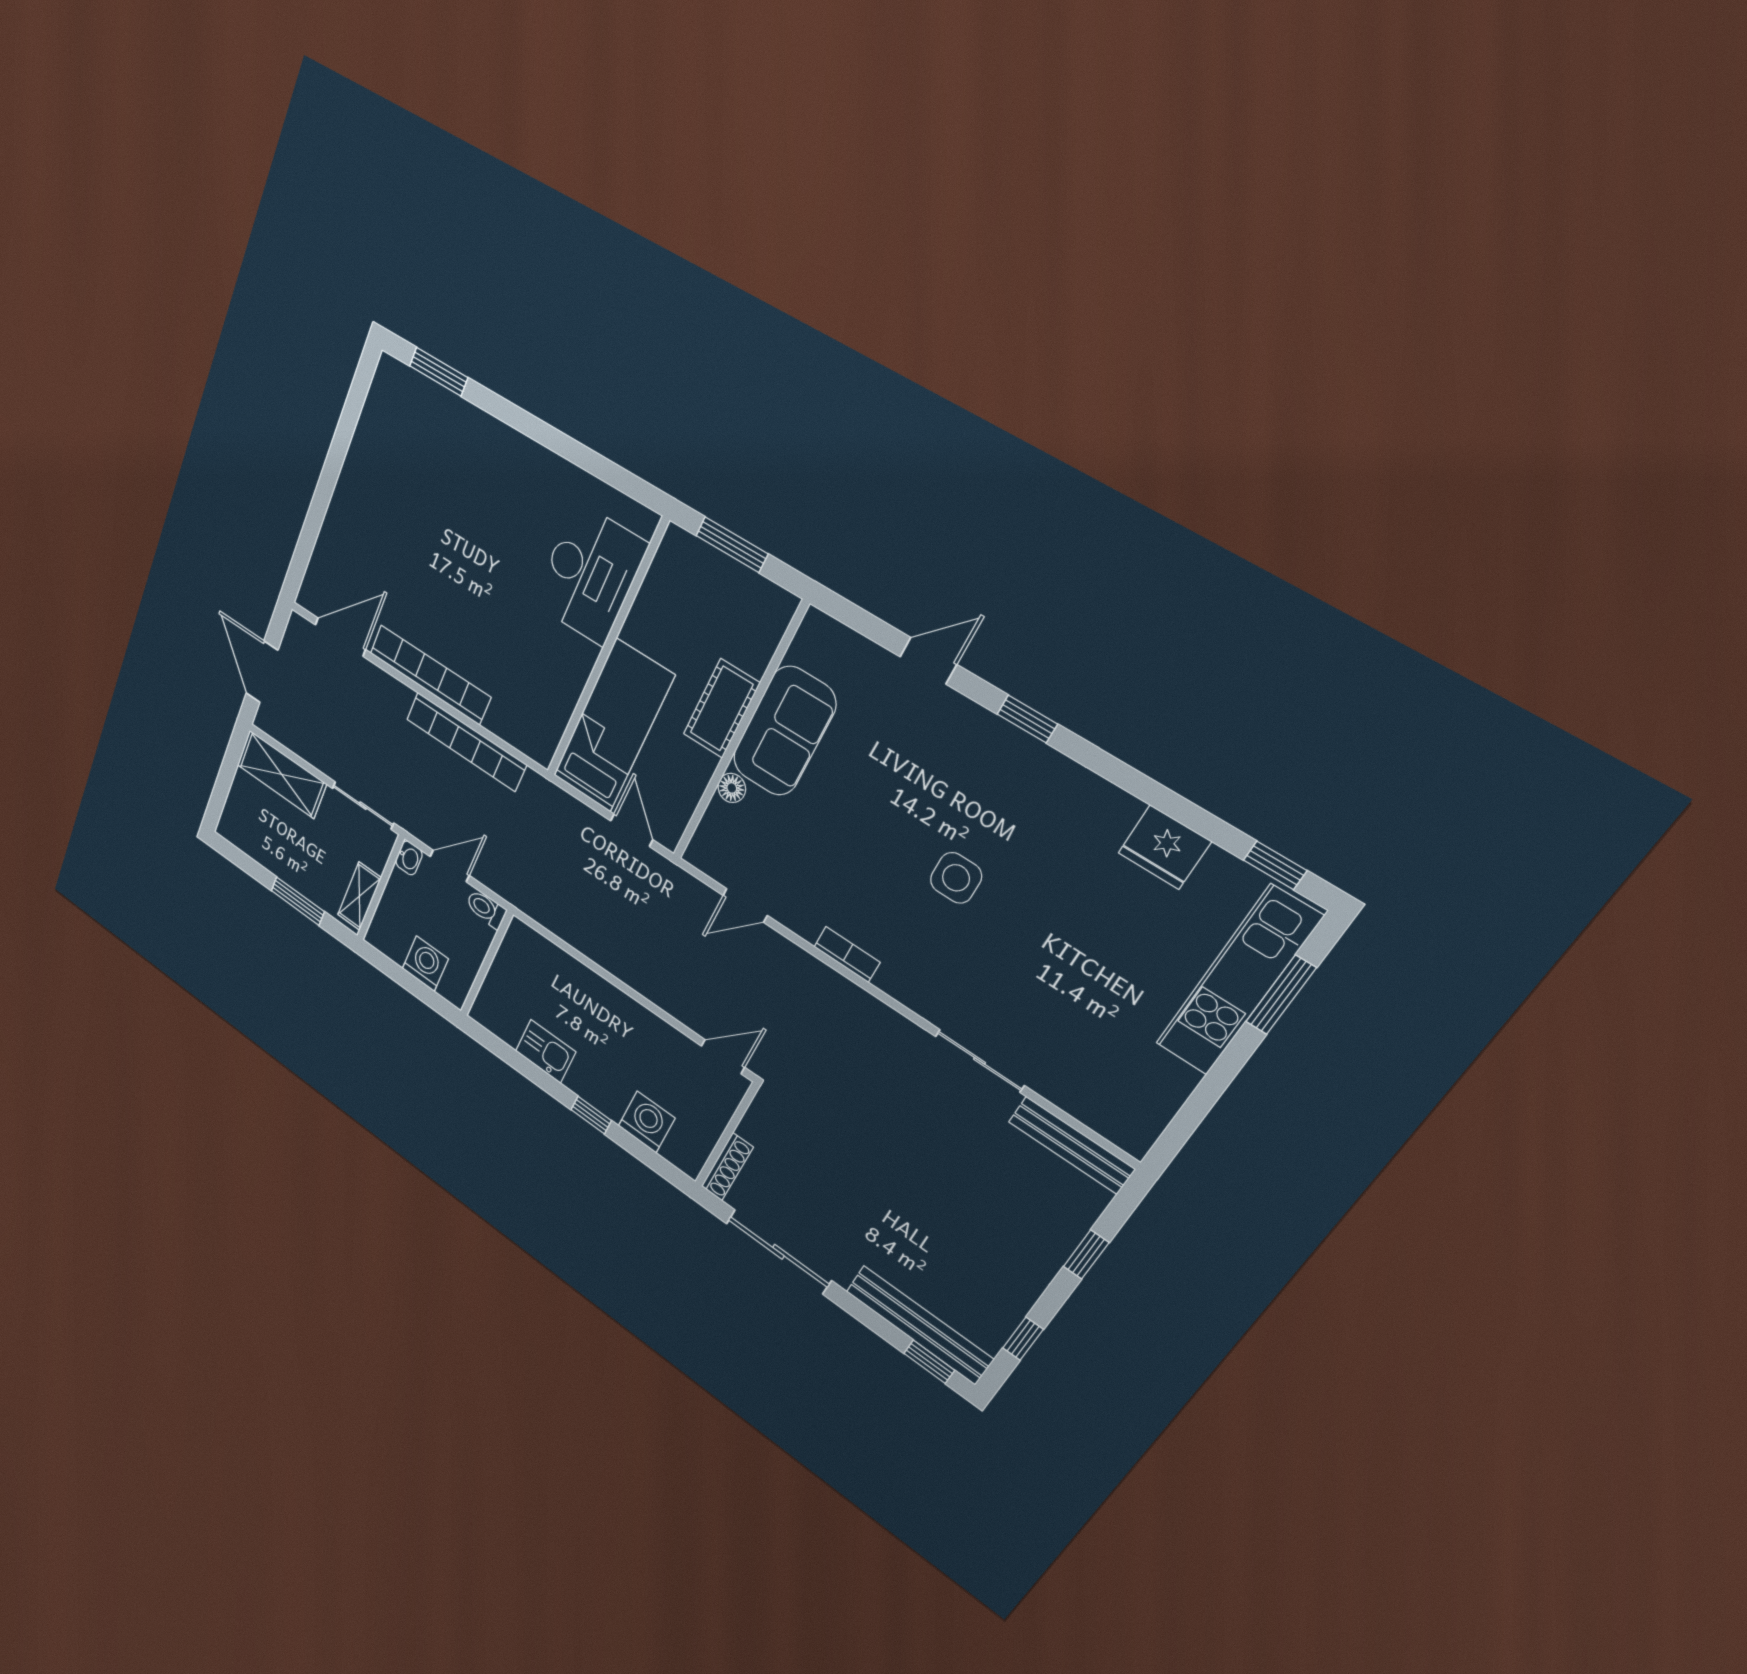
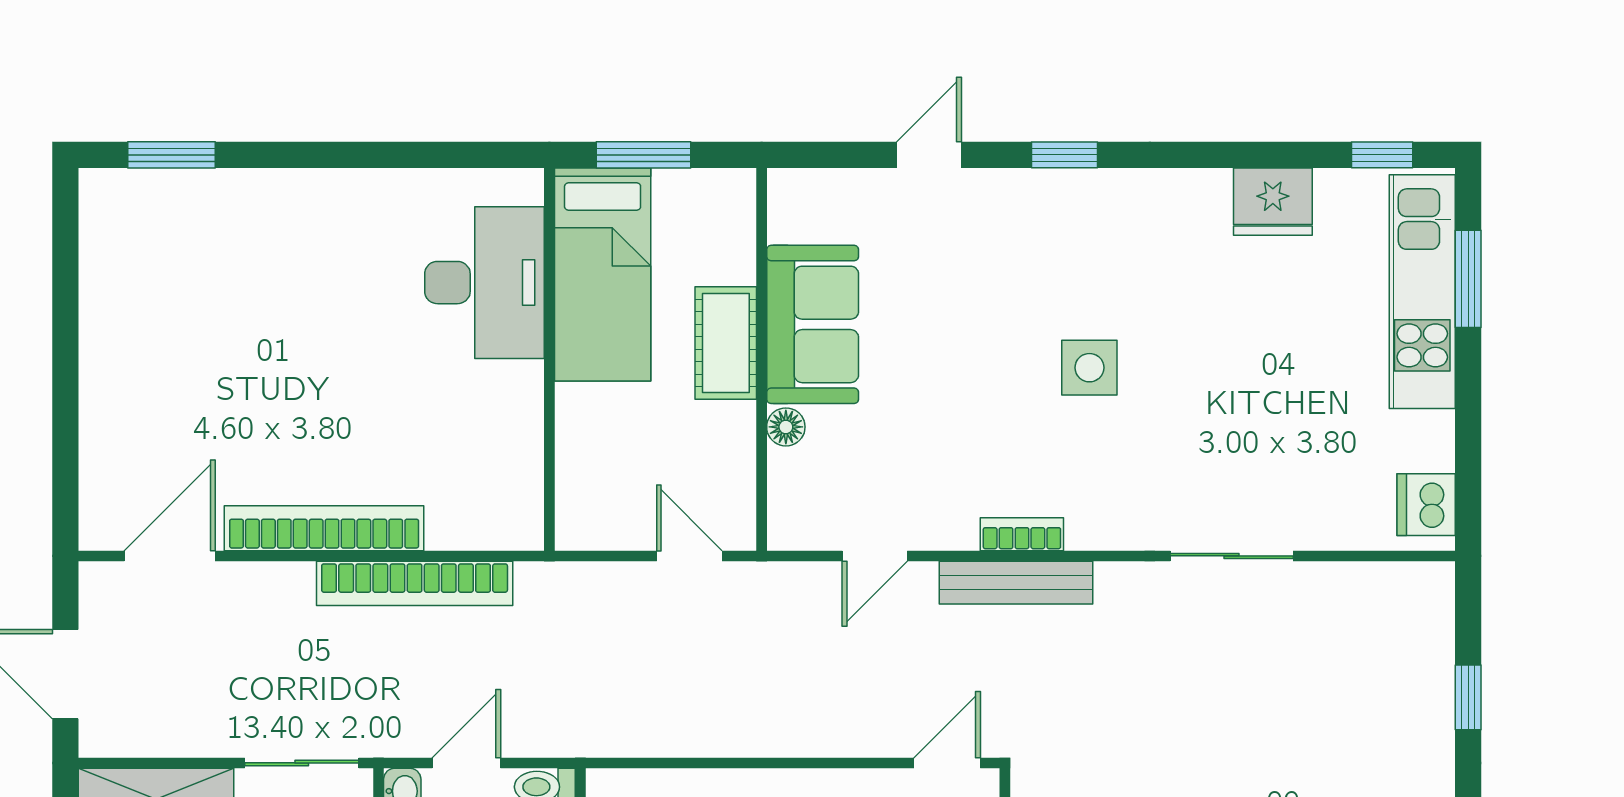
bed: (613, 726) -> (603, 274), moved, turned 180
dishwasher: (1140, 1121) -> (1426, 505), added
bench: (1071, 1145) -> (1016, 583), moved

